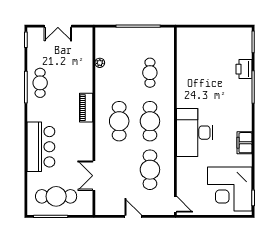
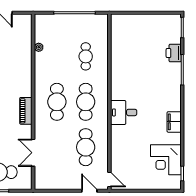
piano: (86, 108) -> (26, 111), moved
desk: (195, 133) -> (124, 112), width x0.53, depth x0.77
corner desk: (230, 189) -> (166, 160), width x0.74, depth x0.74
door: (133, 216) -> (89, 191), moved

